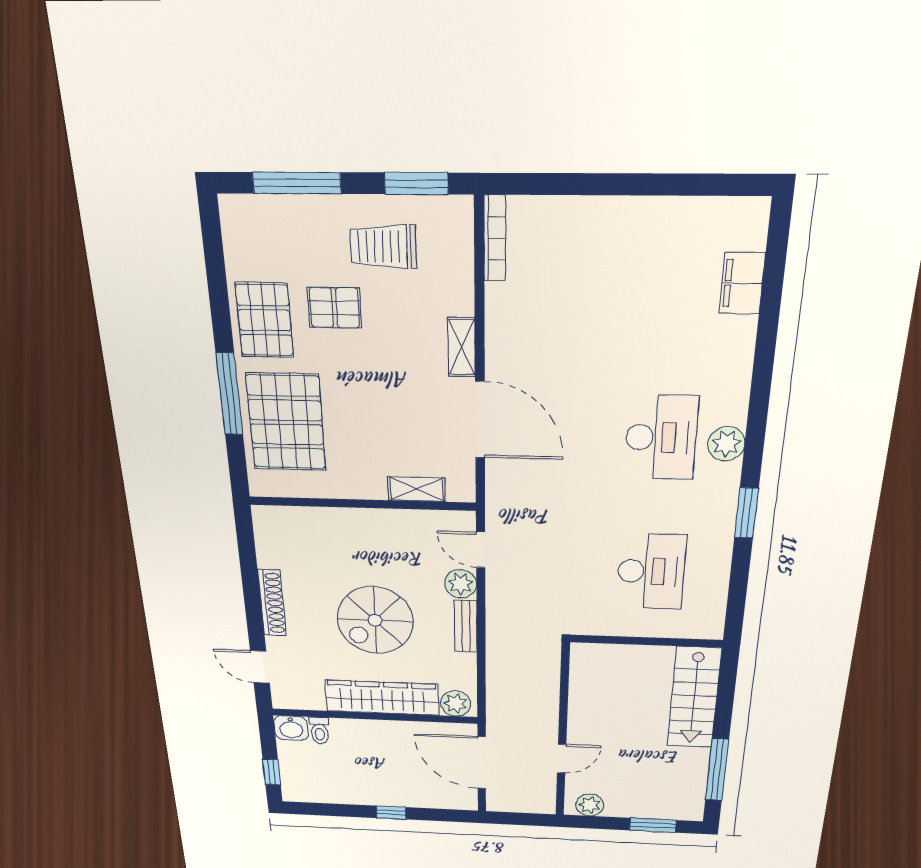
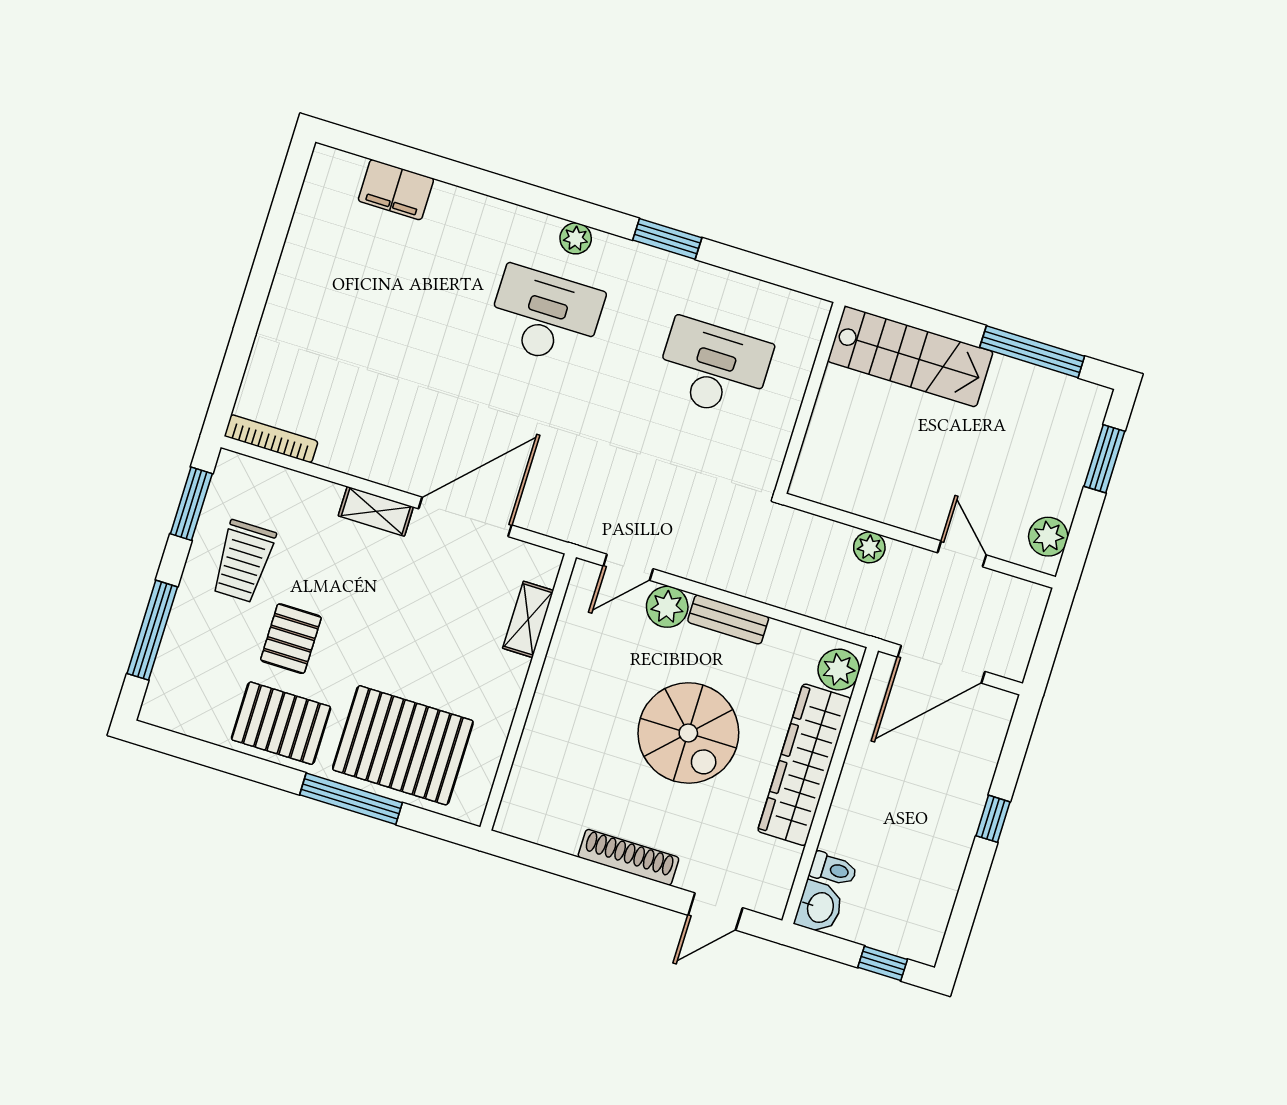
plant: (726, 444) -> (576, 238), width x0.73, depth x0.73
plant: (548, 703) -> (869, 547), added

